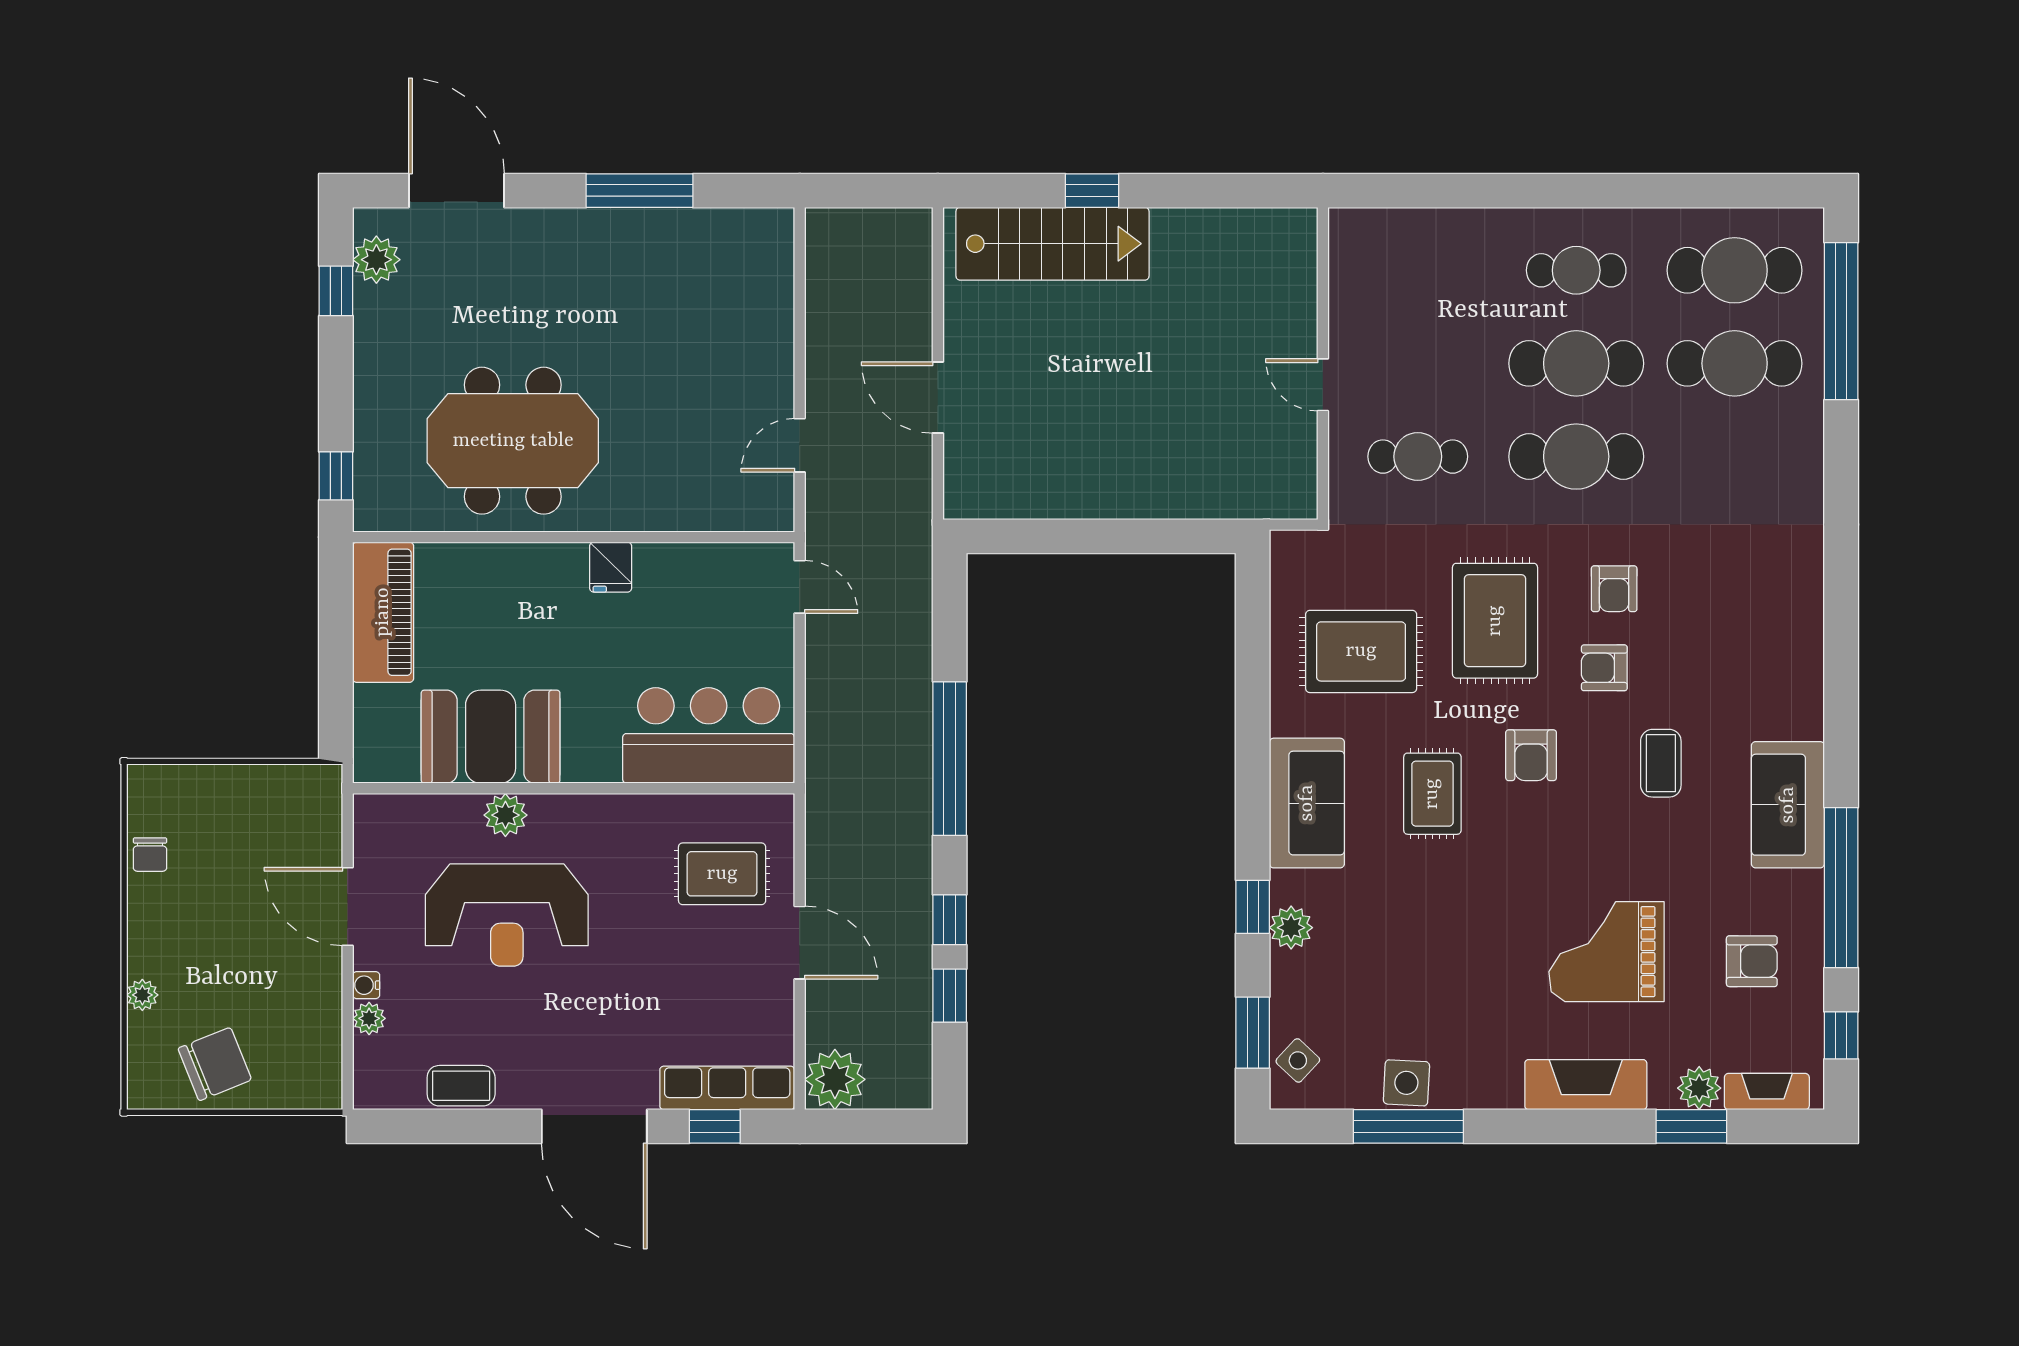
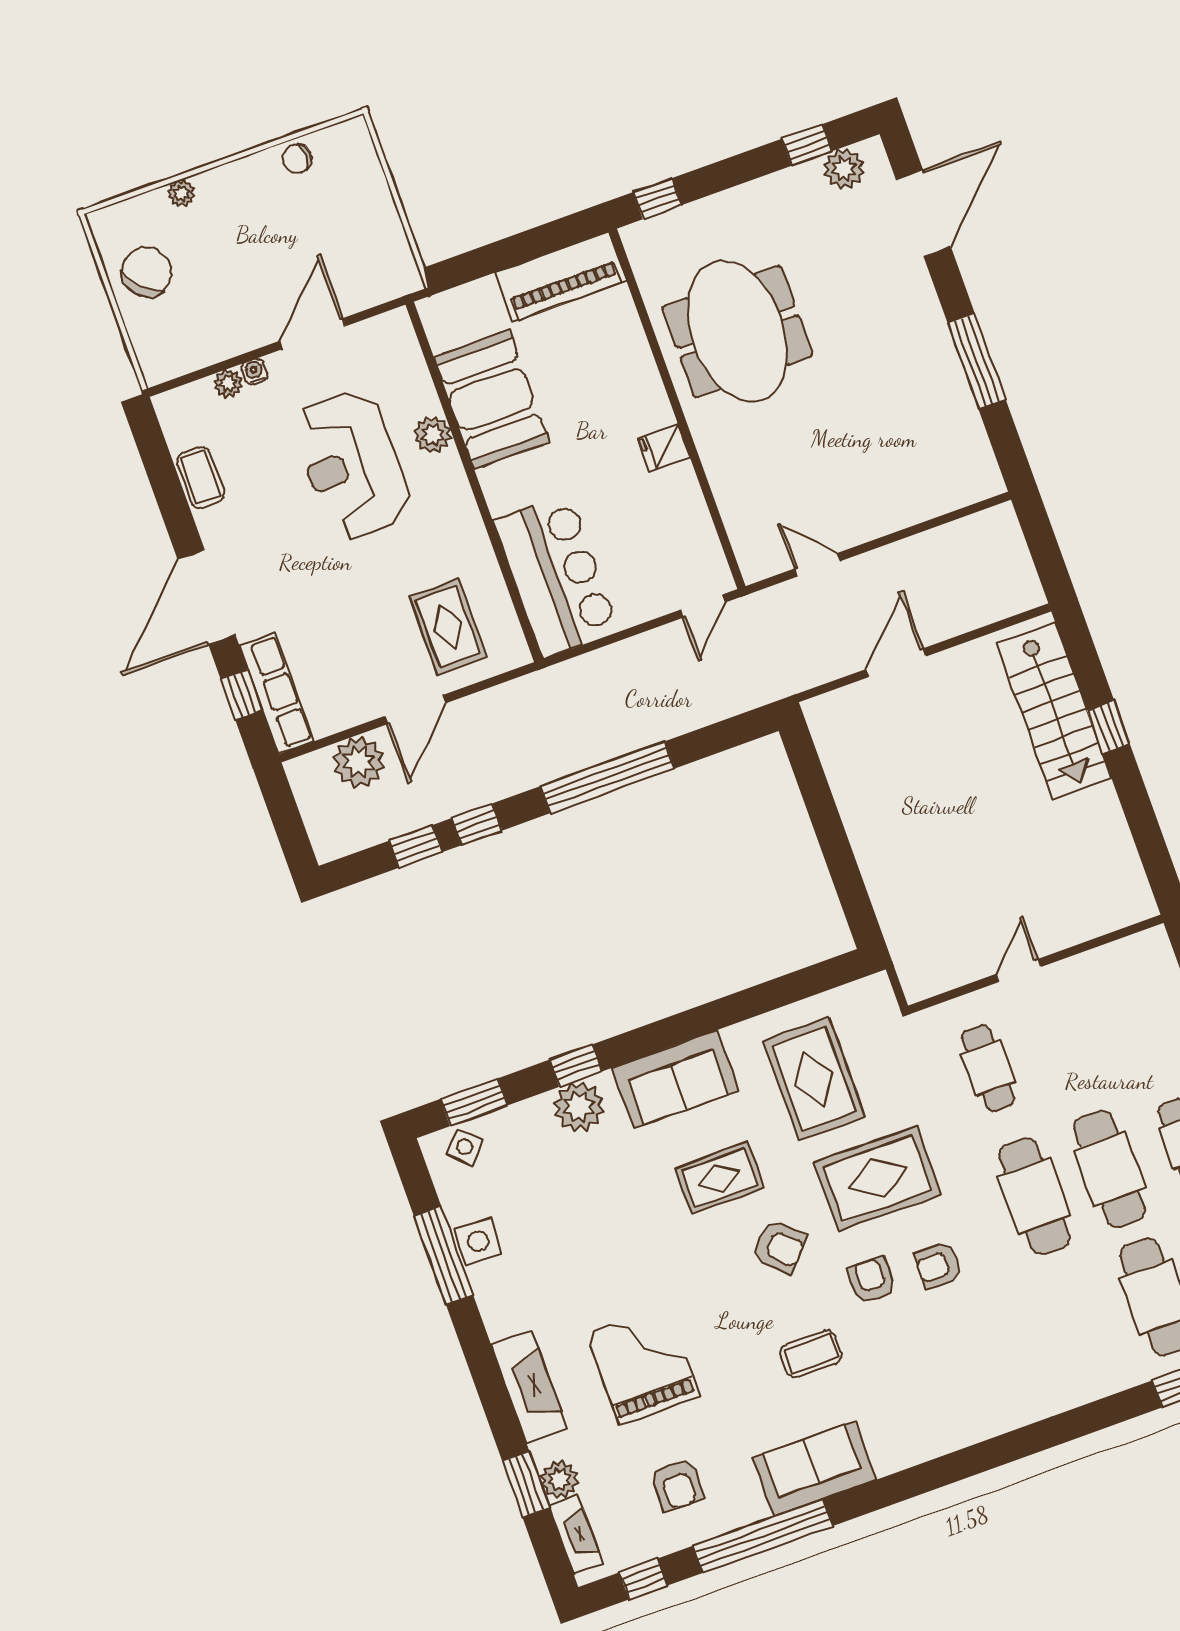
armchair: (1531, 755) -> (779, 1247), turned -136
plant: (1291, 928) -> (579, 1107), width x1.36, depth x1.36
chair: (215, 1064) -> (147, 272), turned -113
plant: (835, 1079) -> (359, 762), moved

